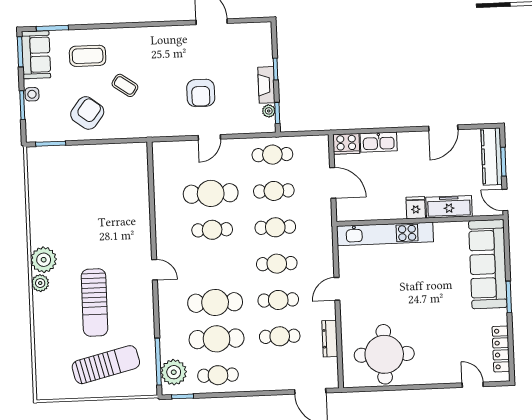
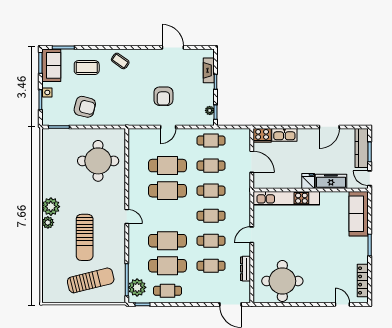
coffee table: (125, 85) -> (120, 61), moved
fireplace: (266, 85) -> (209, 70), moved
armchair: (87, 113) -> (85, 107), turned 67
round table: (110, 191) -> (98, 161), added
cafe table: (212, 230) -> (167, 191), width x1.37, depth x1.35
sofa: (488, 264) -> (359, 214), width x0.74, depth x0.79

